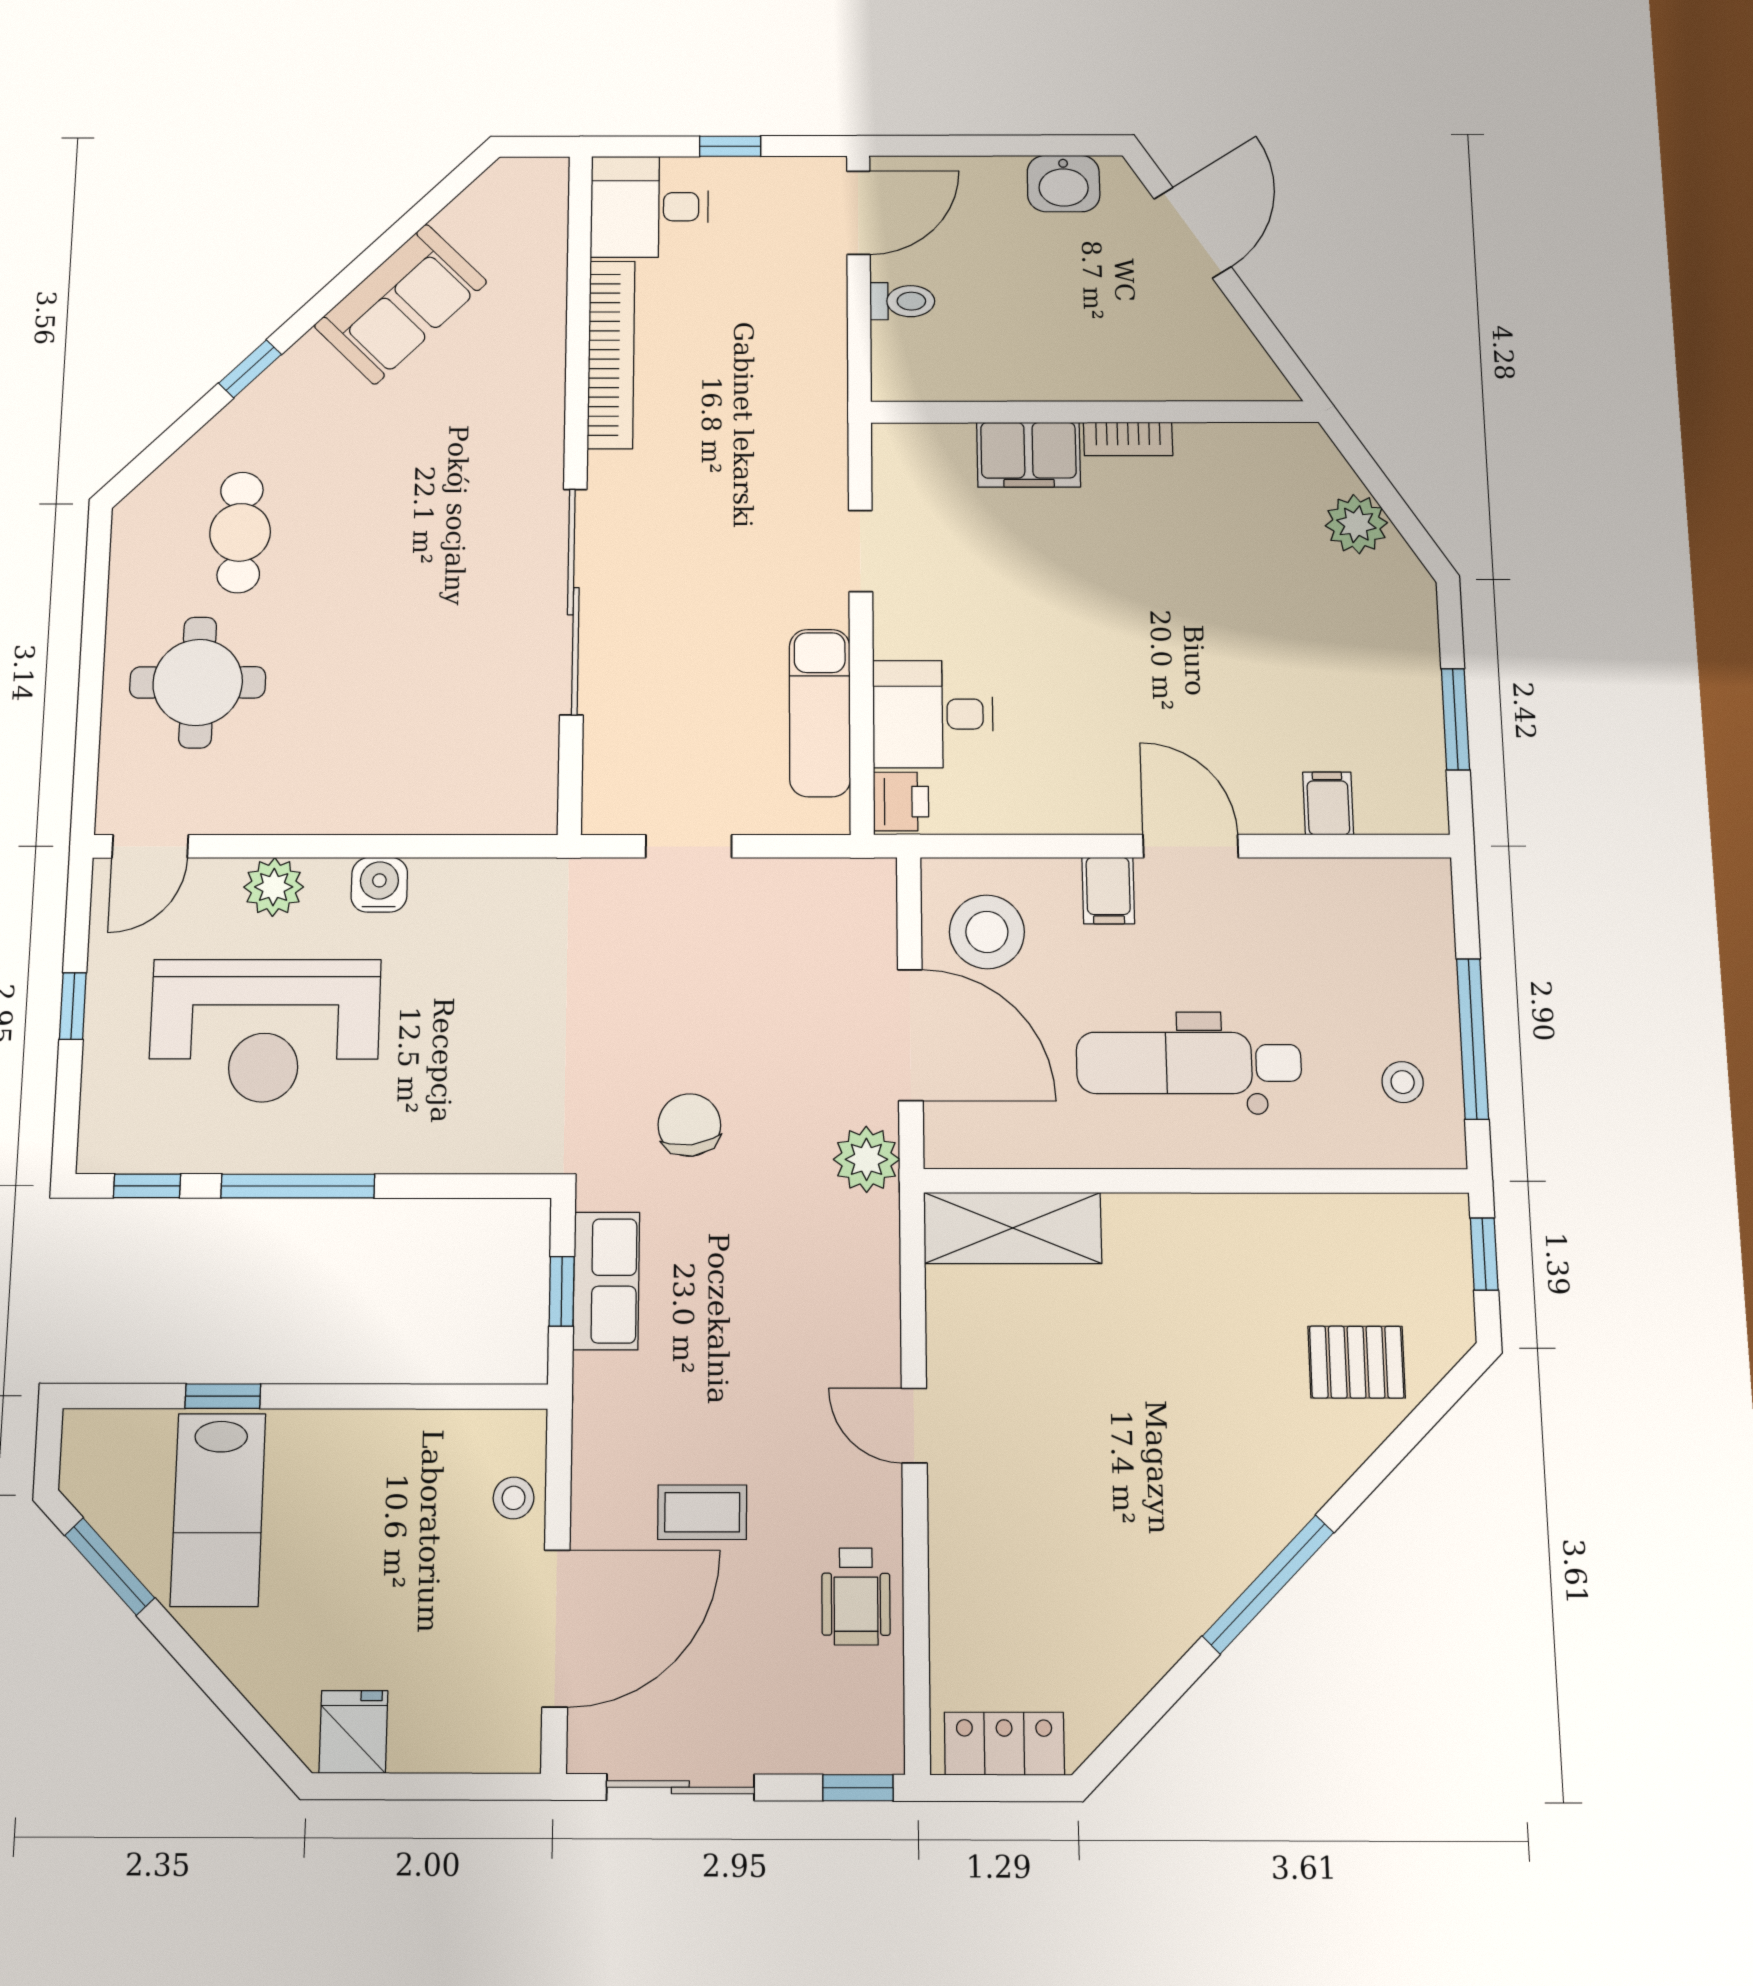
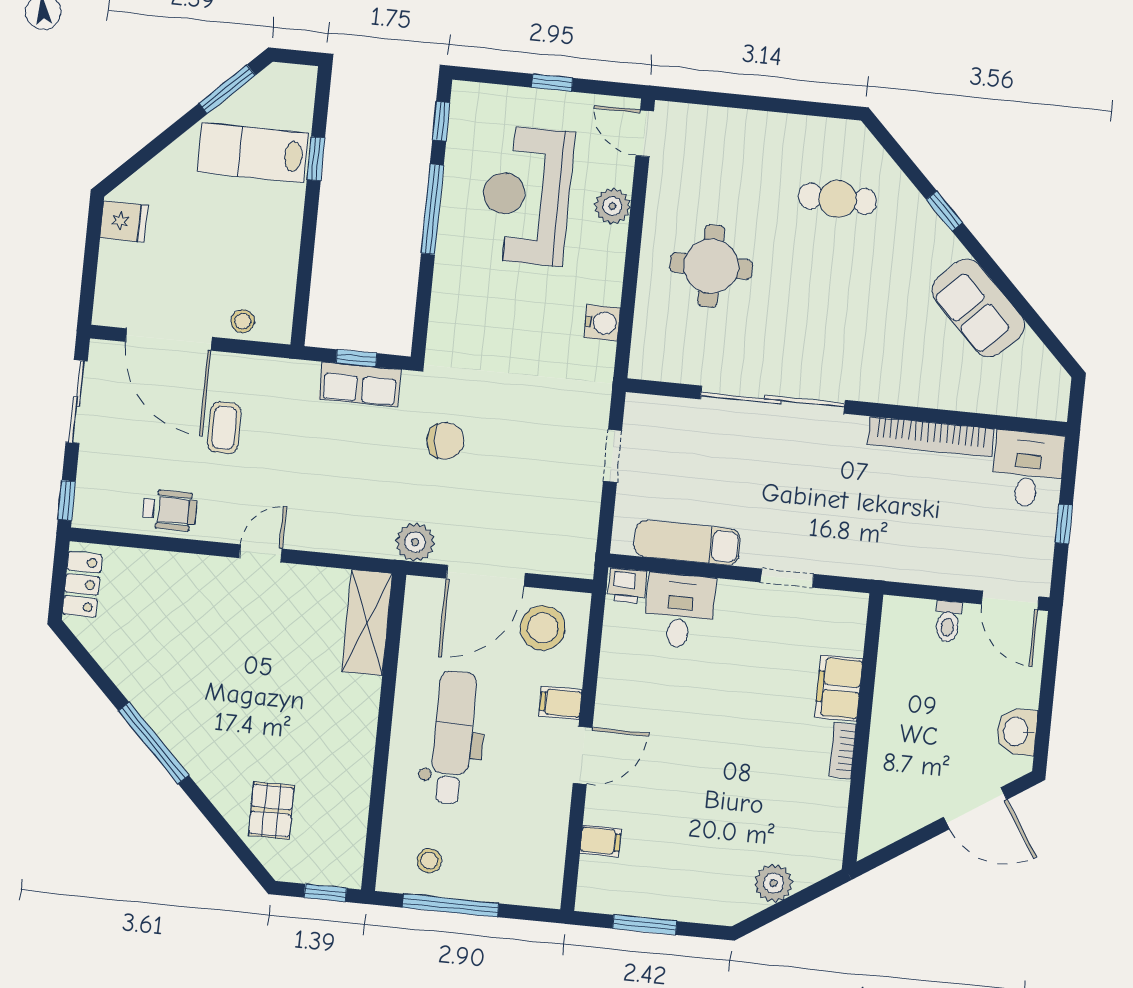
round table: (198, 682) -> (711, 266), moved
water cooler: (379, 885) -> (602, 323), moved
wheelchair: (856, 1596) -> (170, 510), turned 180

